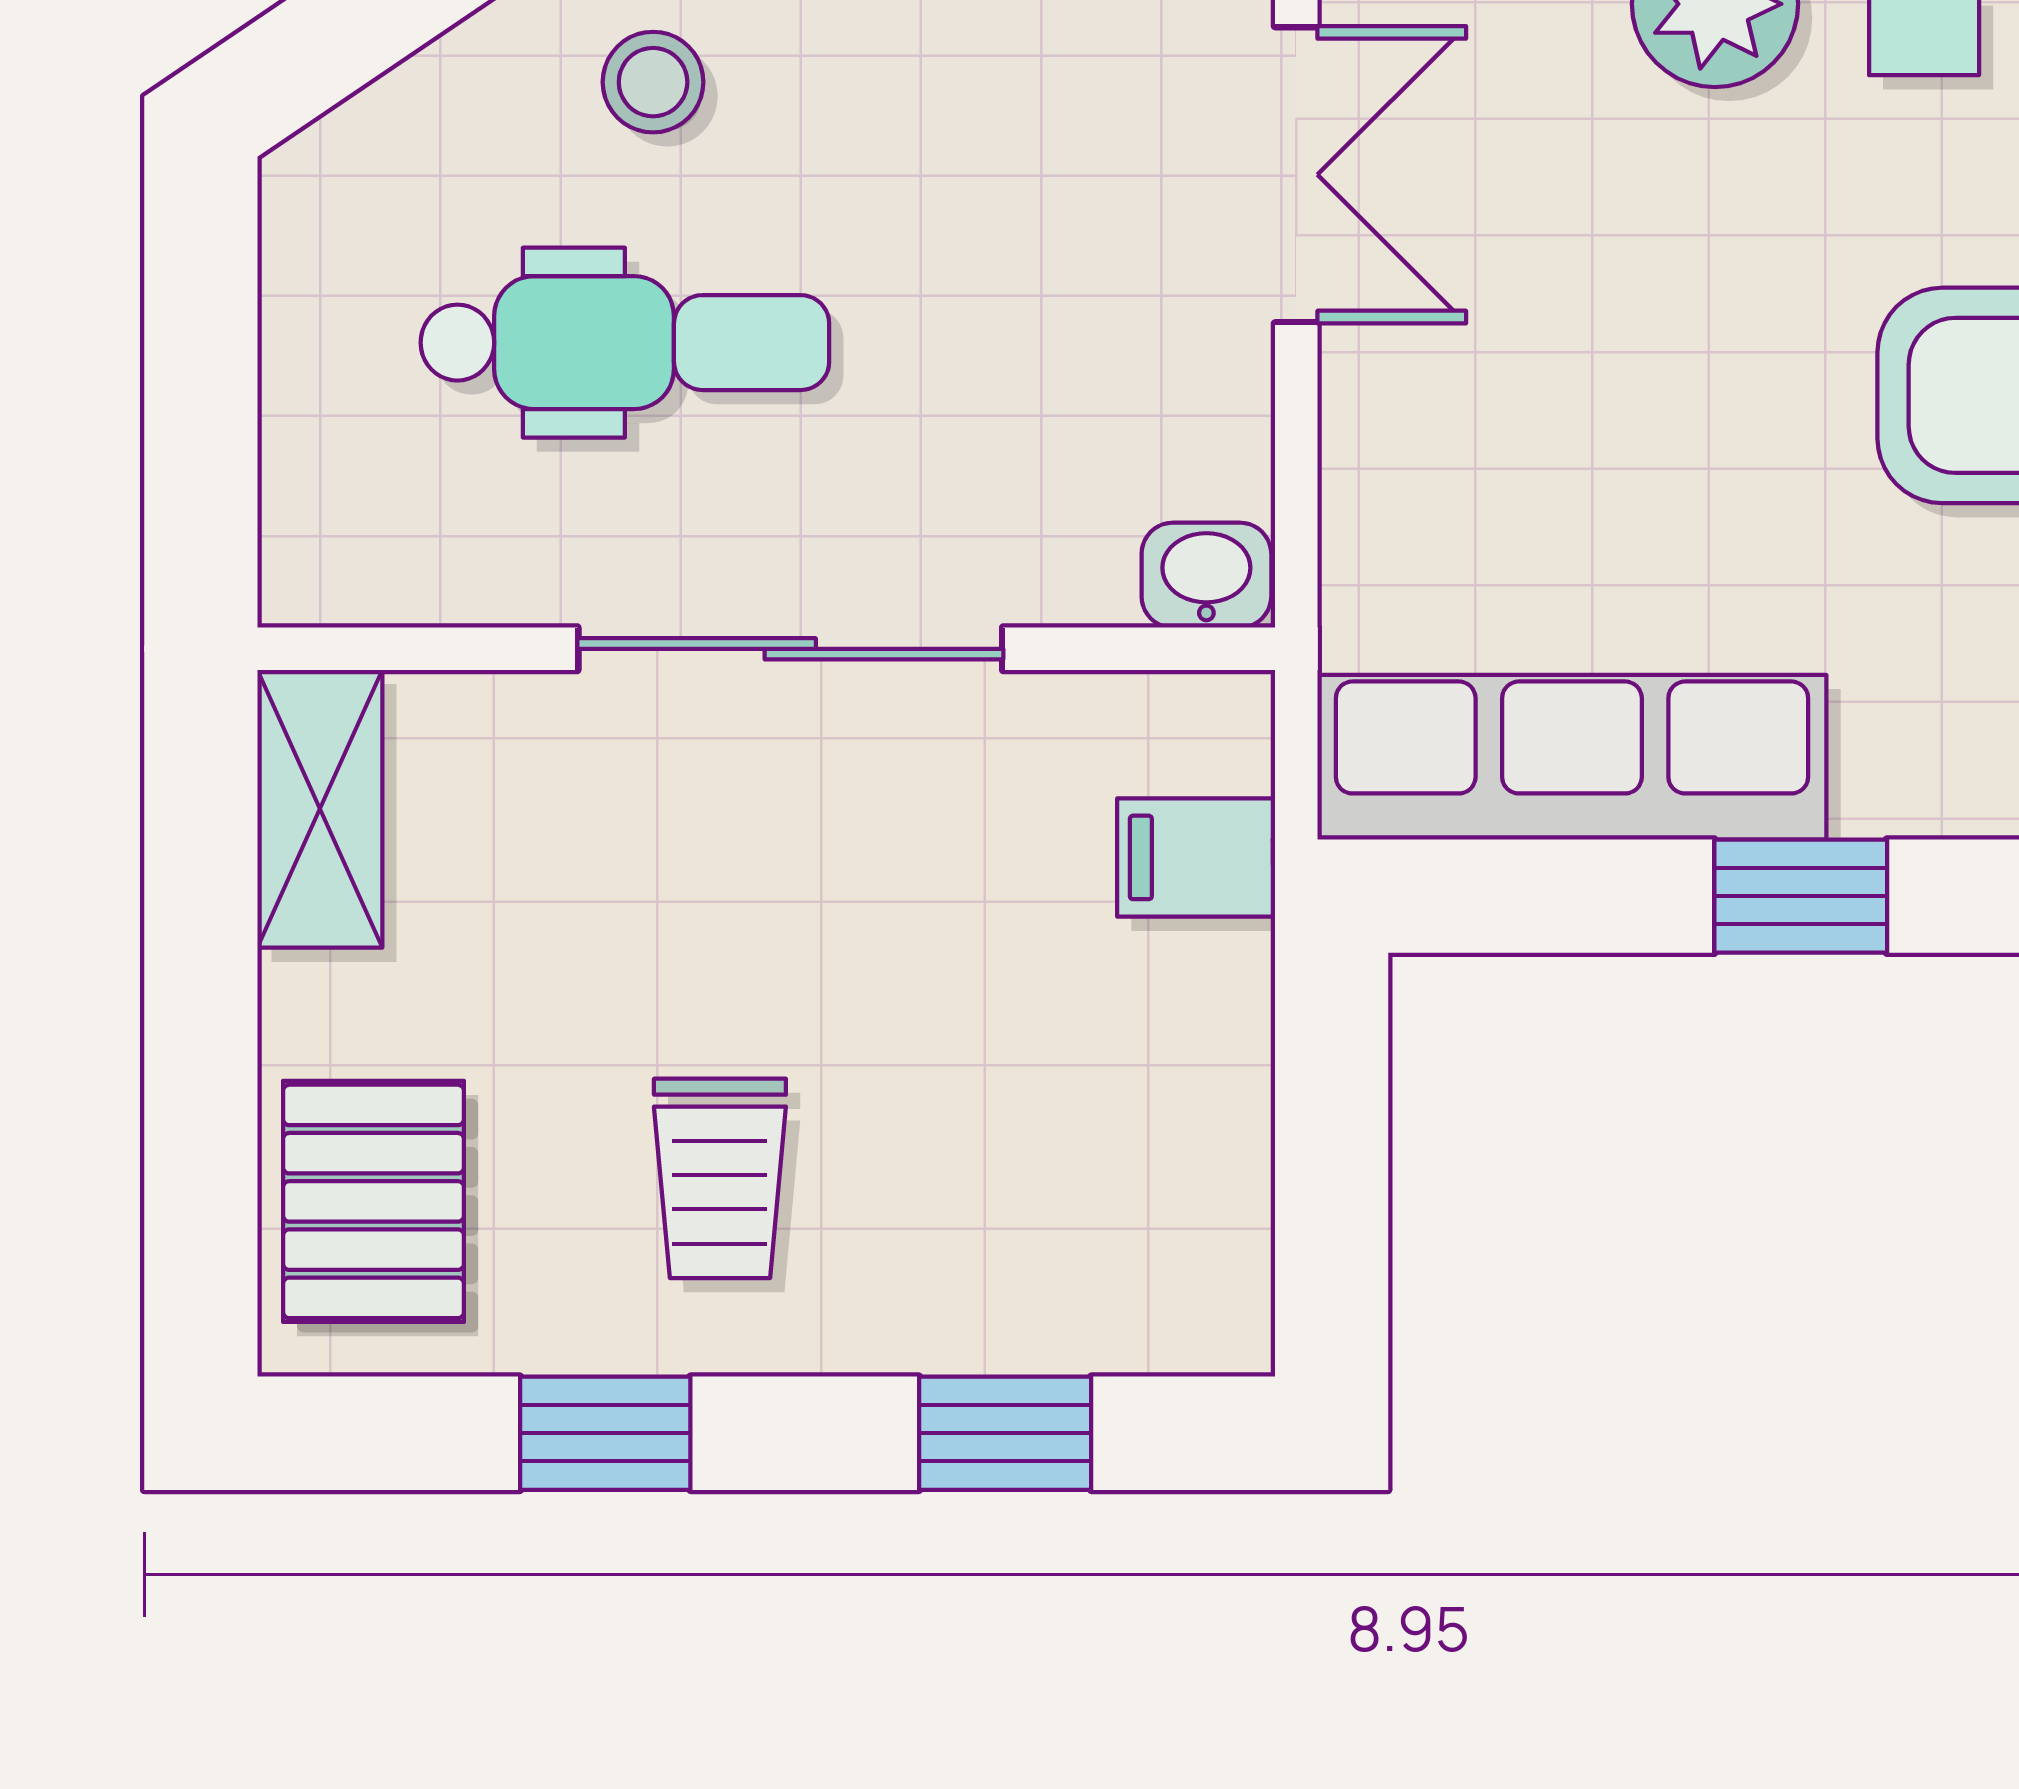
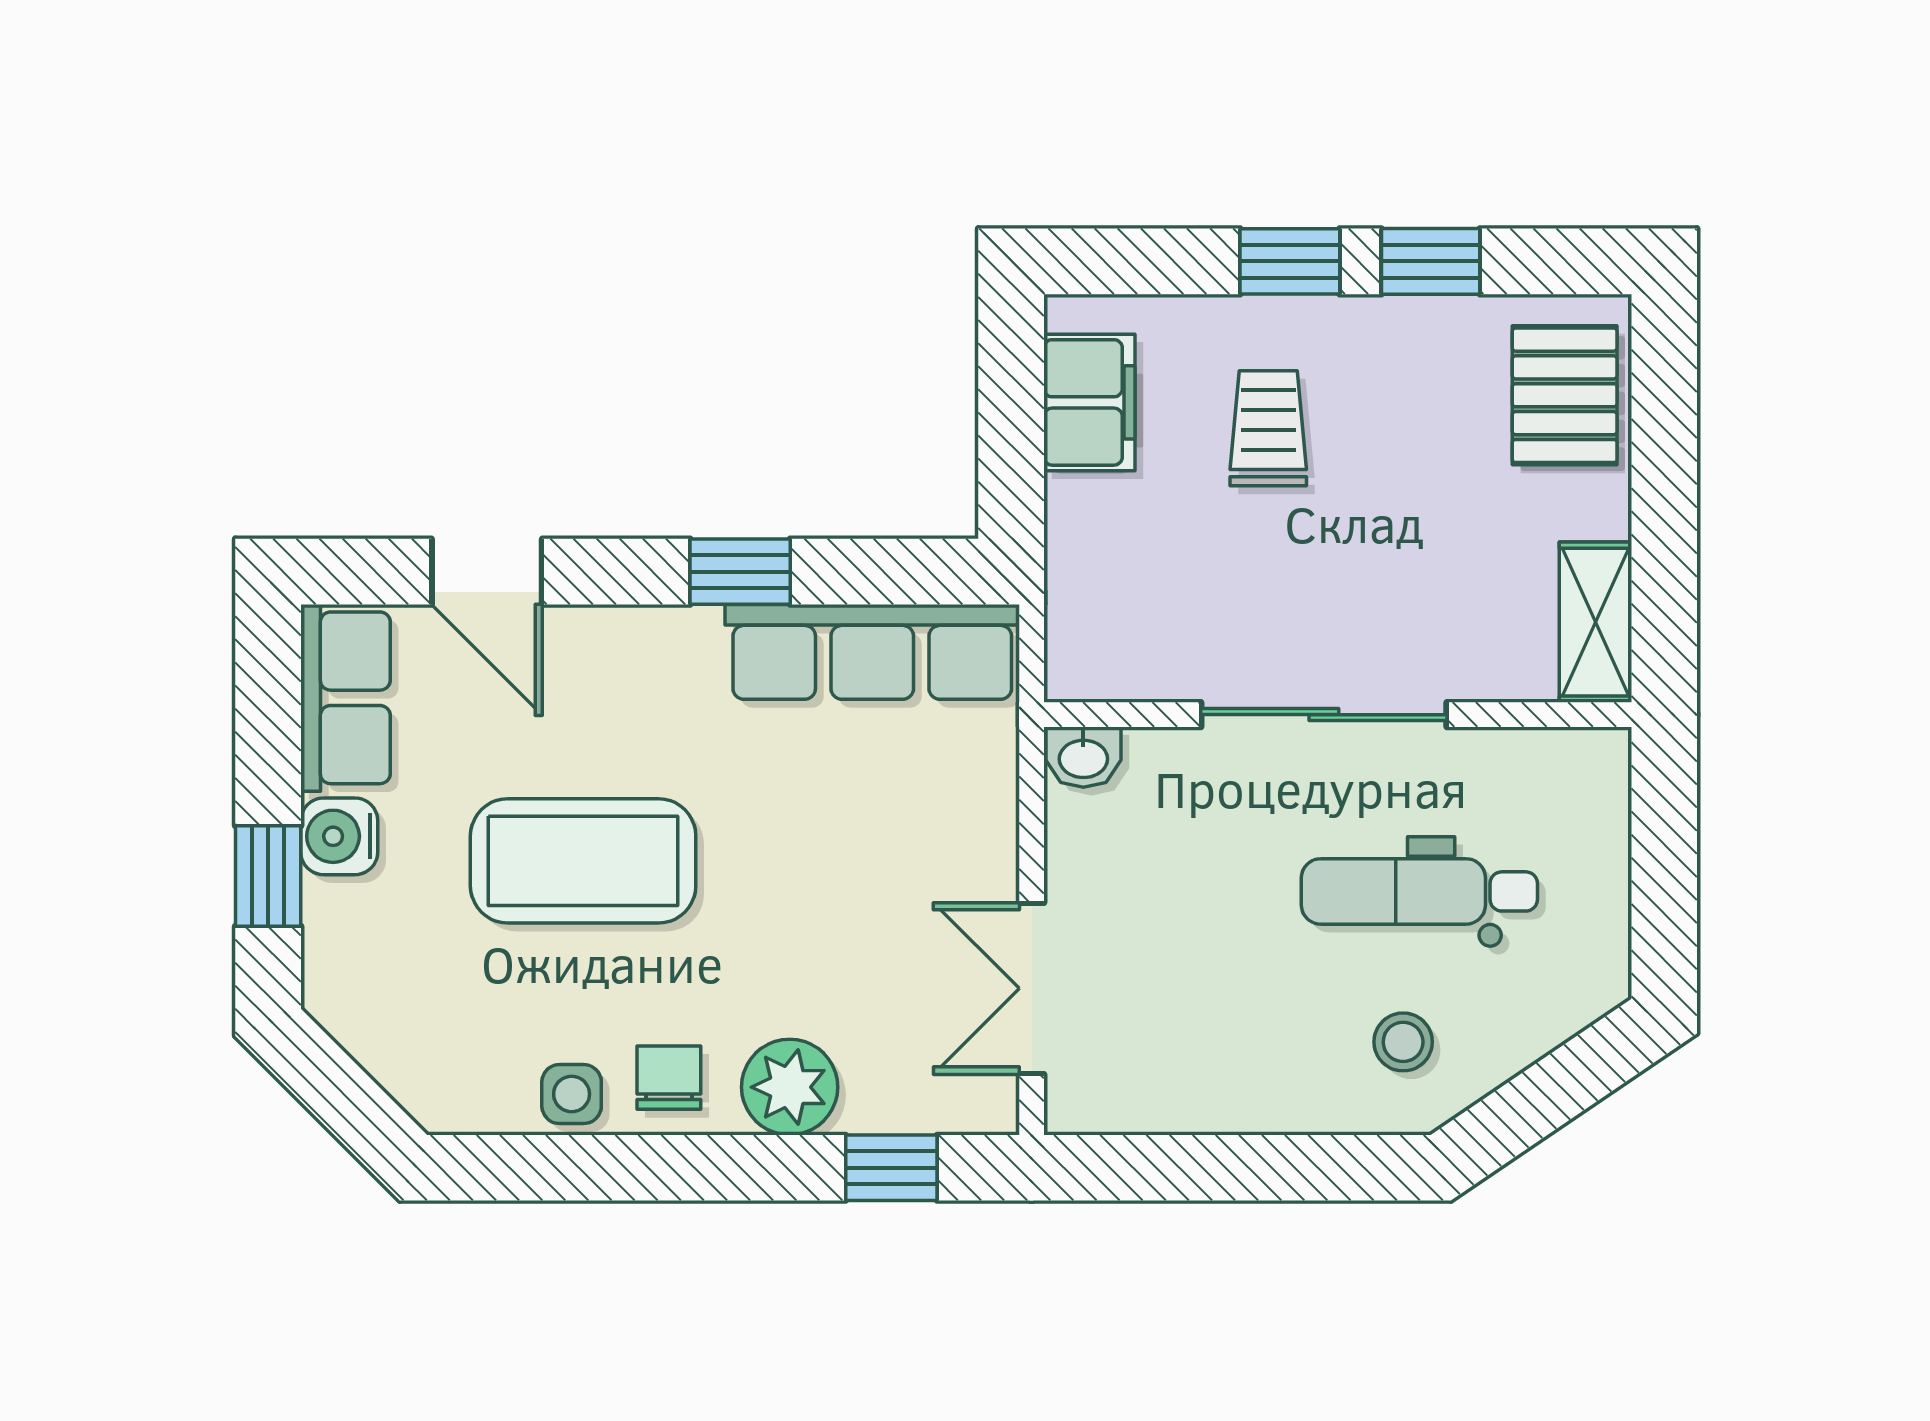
filing cabinet: (1196, 857) -> (1089, 402), moved, width x2.00
trolley: (720, 1178) -> (1268, 428), moved
window: (1005, 1433) -> (1290, 261), moved

